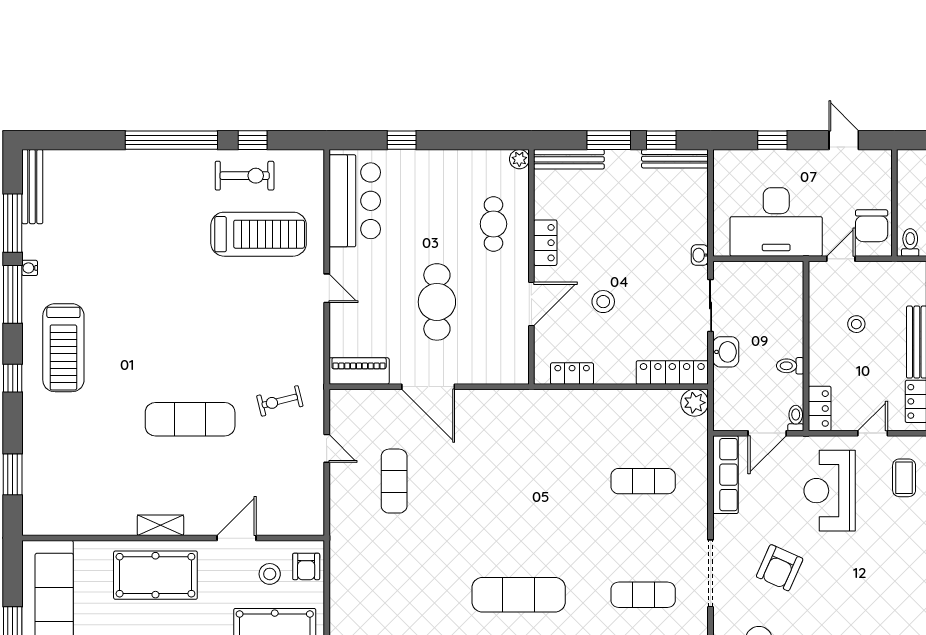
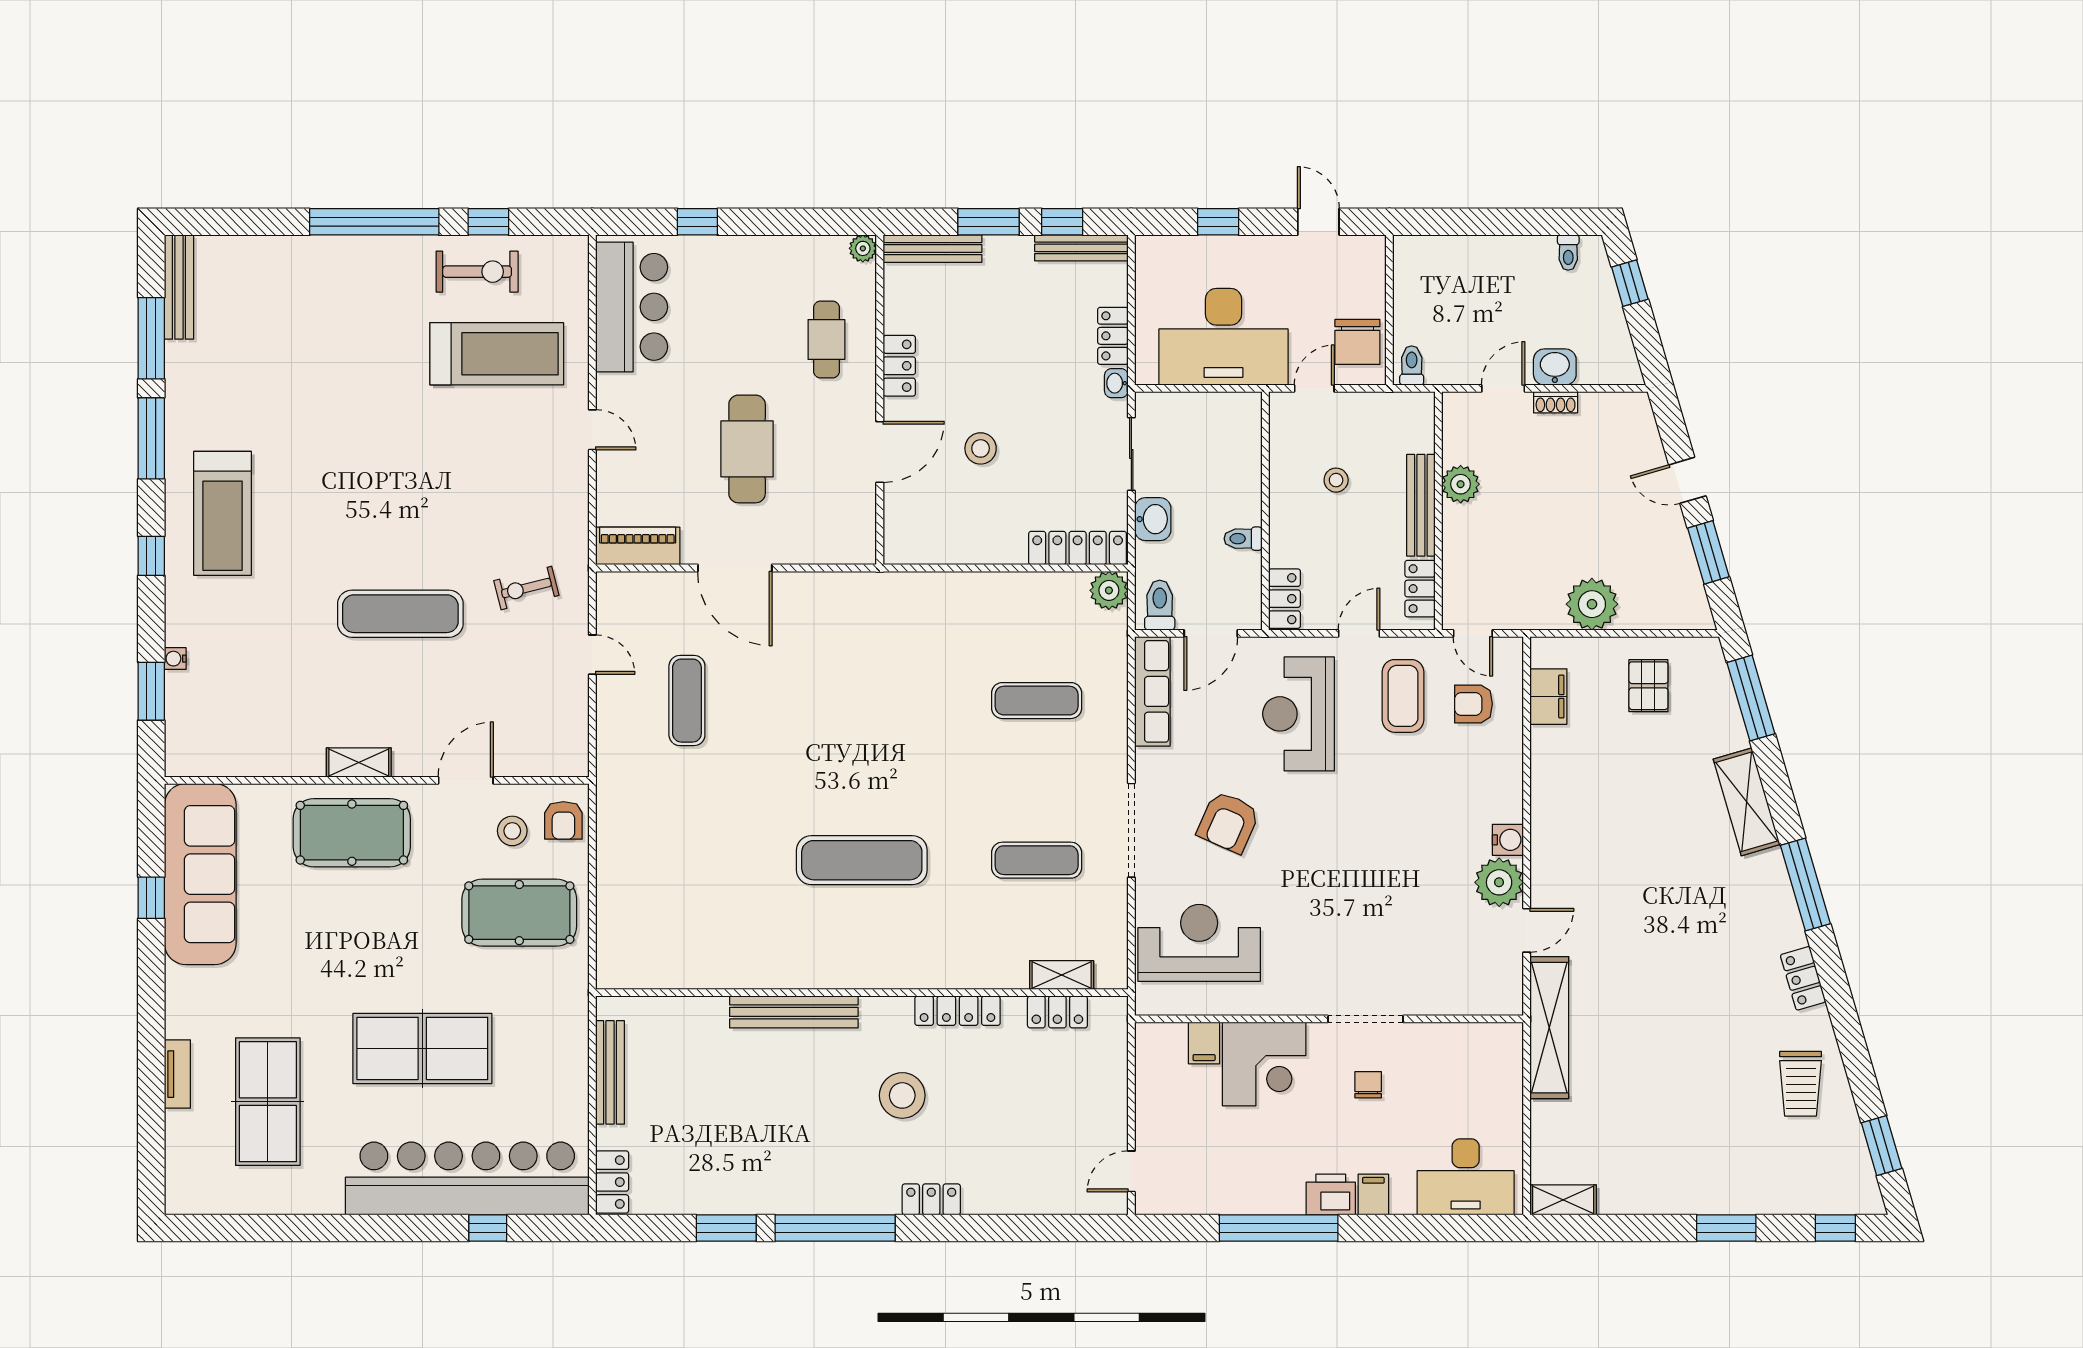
water cooler: (30, 268) -> (175, 659), moved
locker: (572, 374) -> (1113, 336), moved, turned -90
toilet: (796, 418) -> (1160, 605), moved, width x1.37, depth x1.39
coffee table: (904, 478) -> (1403, 696), width x1.36, depth x1.30

